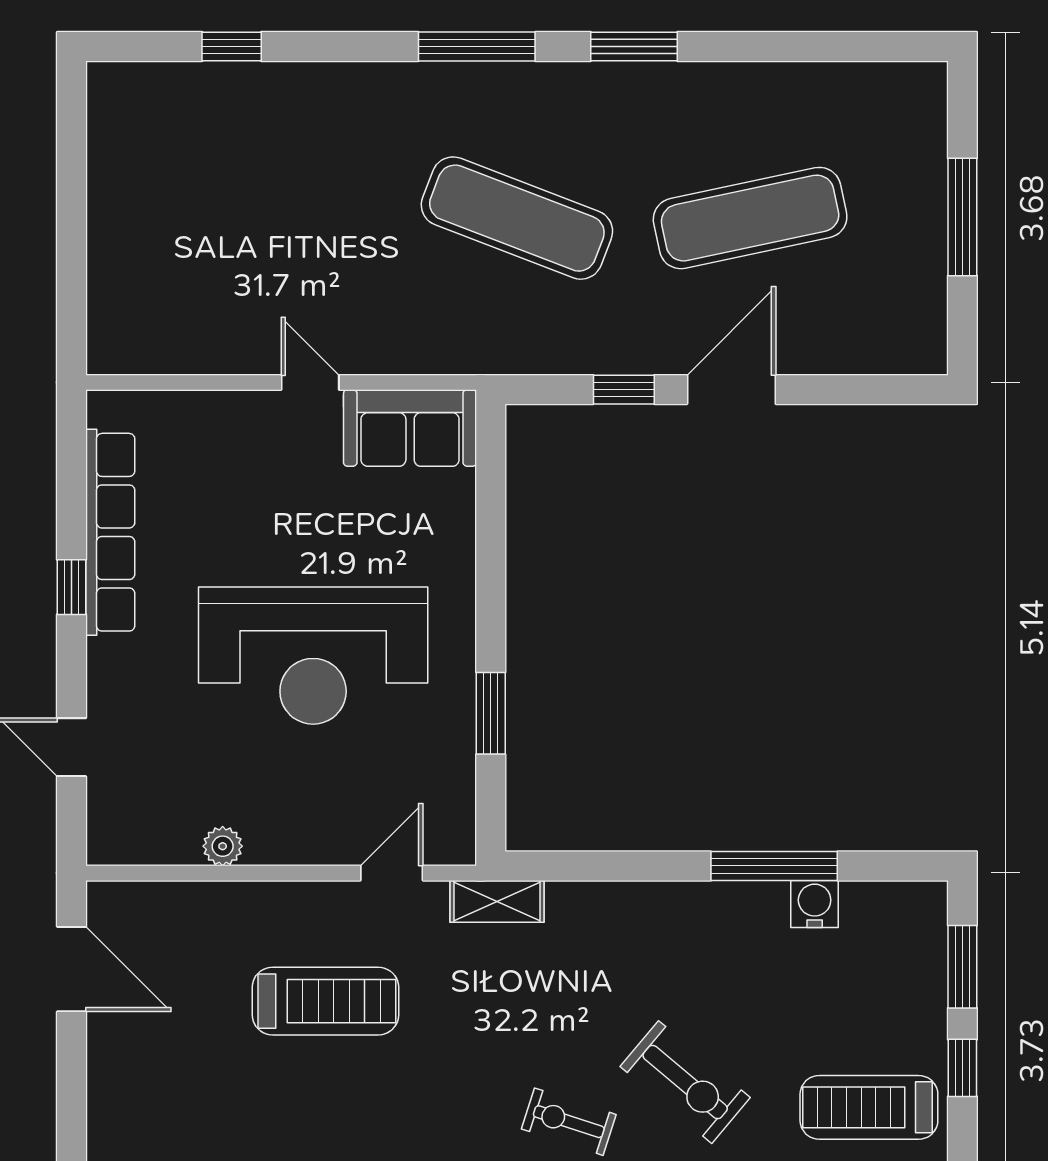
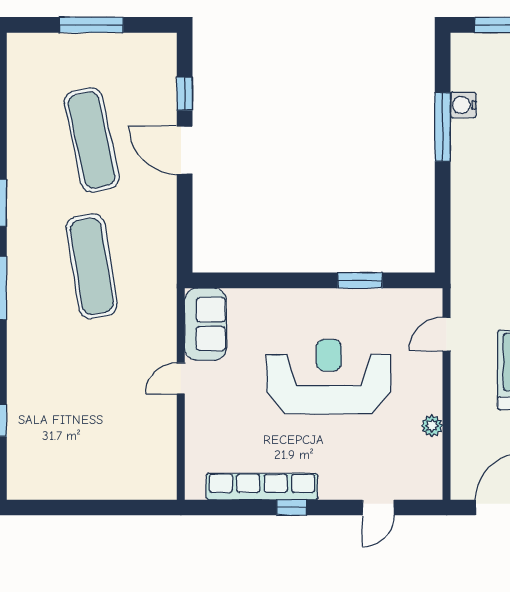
exercise mat: (517, 218) -> (92, 266), turned -30
window: (624, 390) -> (185, 94), moved
reception desk: (313, 656) -> (329, 377), turned -90
door: (392, 873) -> (447, 334), hinge flipped
shelving: (497, 901) -> (462, 277), removed

